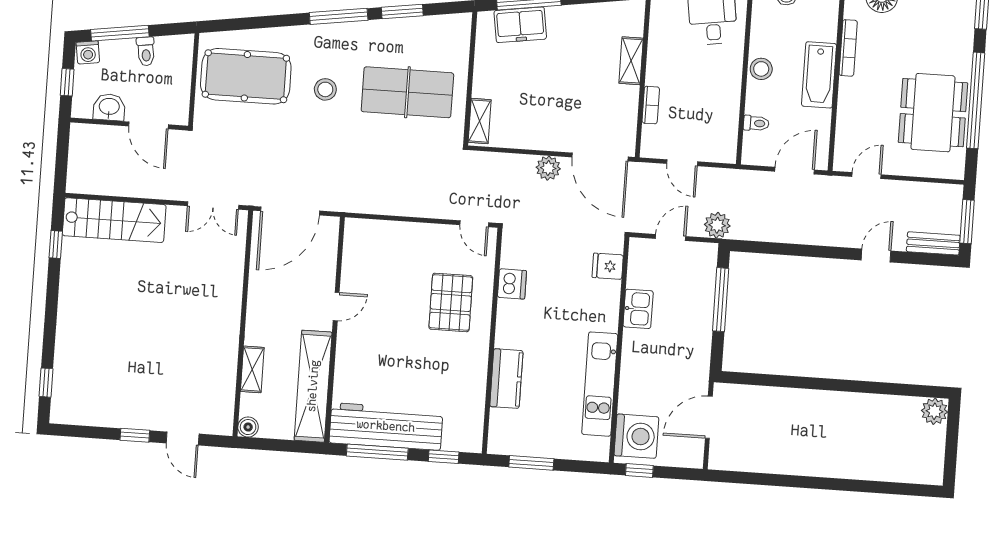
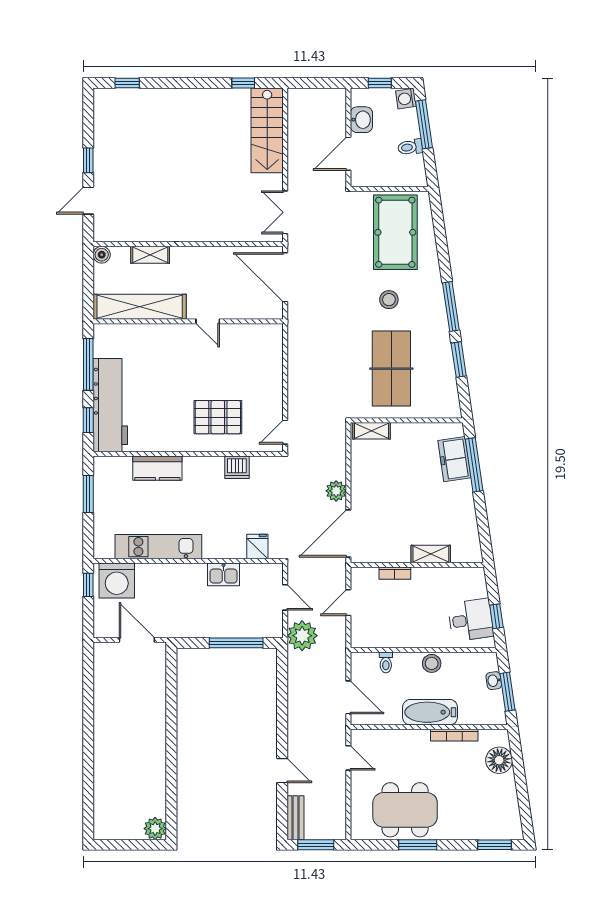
window: (976, 100) -> (418, 845), width x0.47
plant: (717, 225) -> (302, 636), width x1.36, depth x1.36
workbench: (386, 426) -> (110, 405), moved

